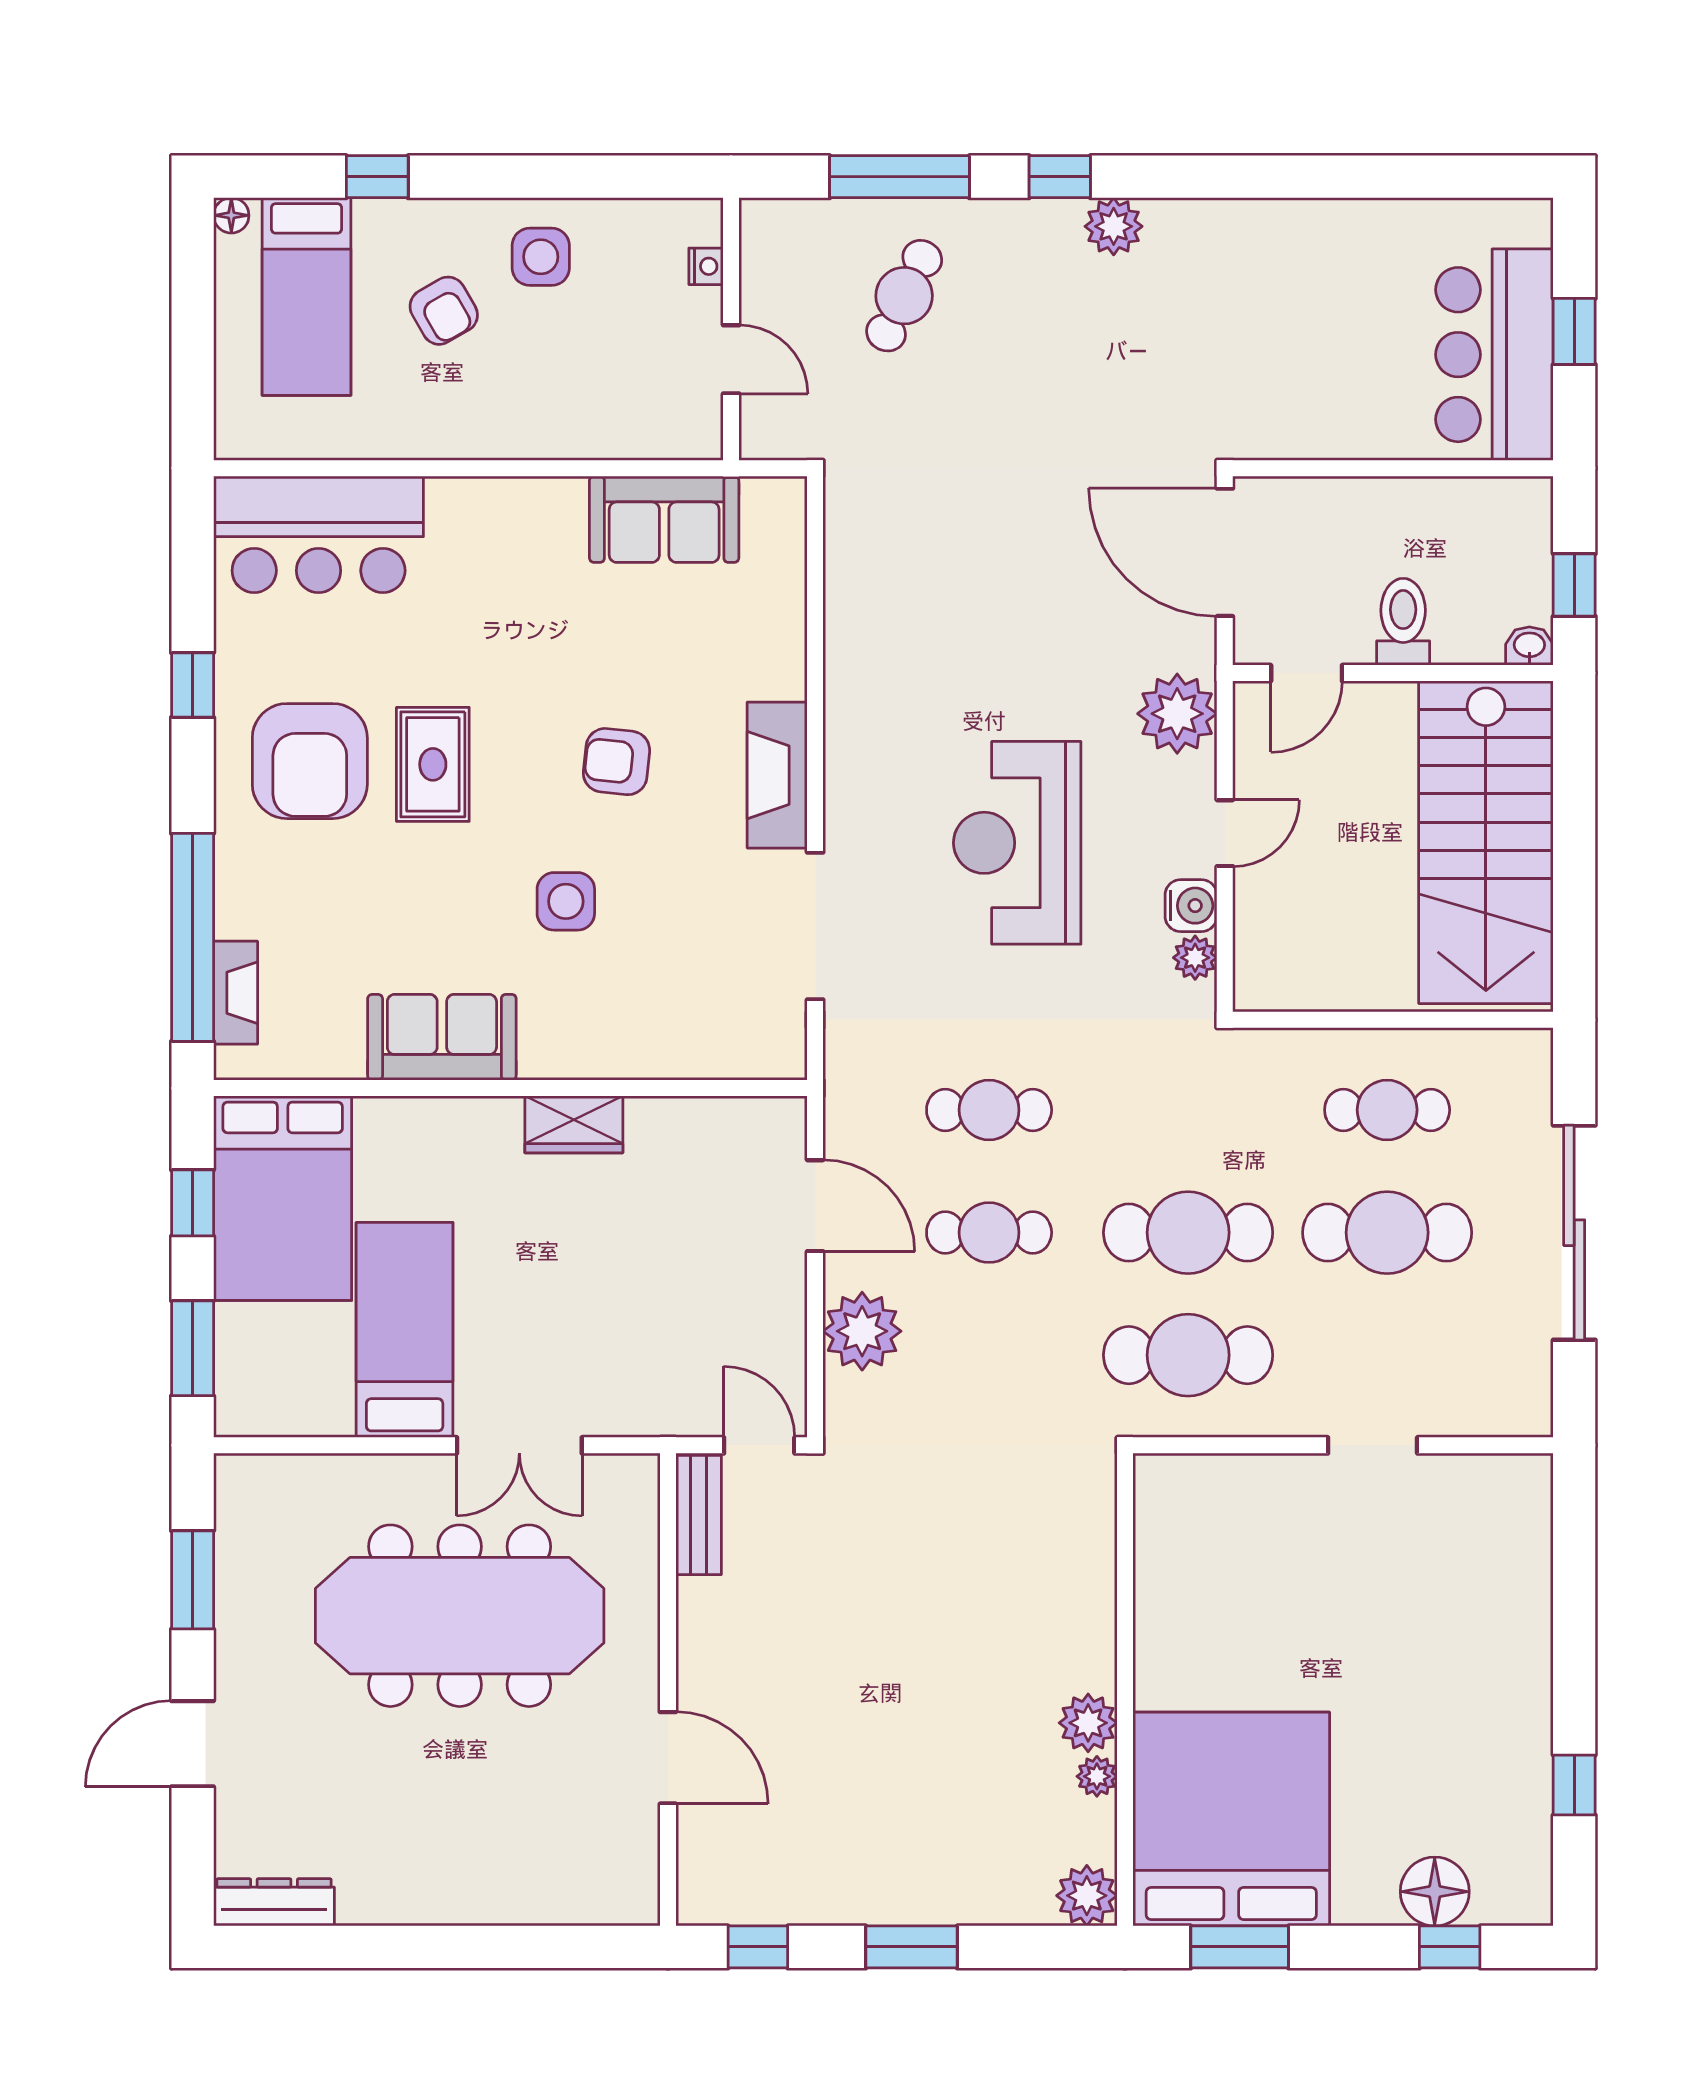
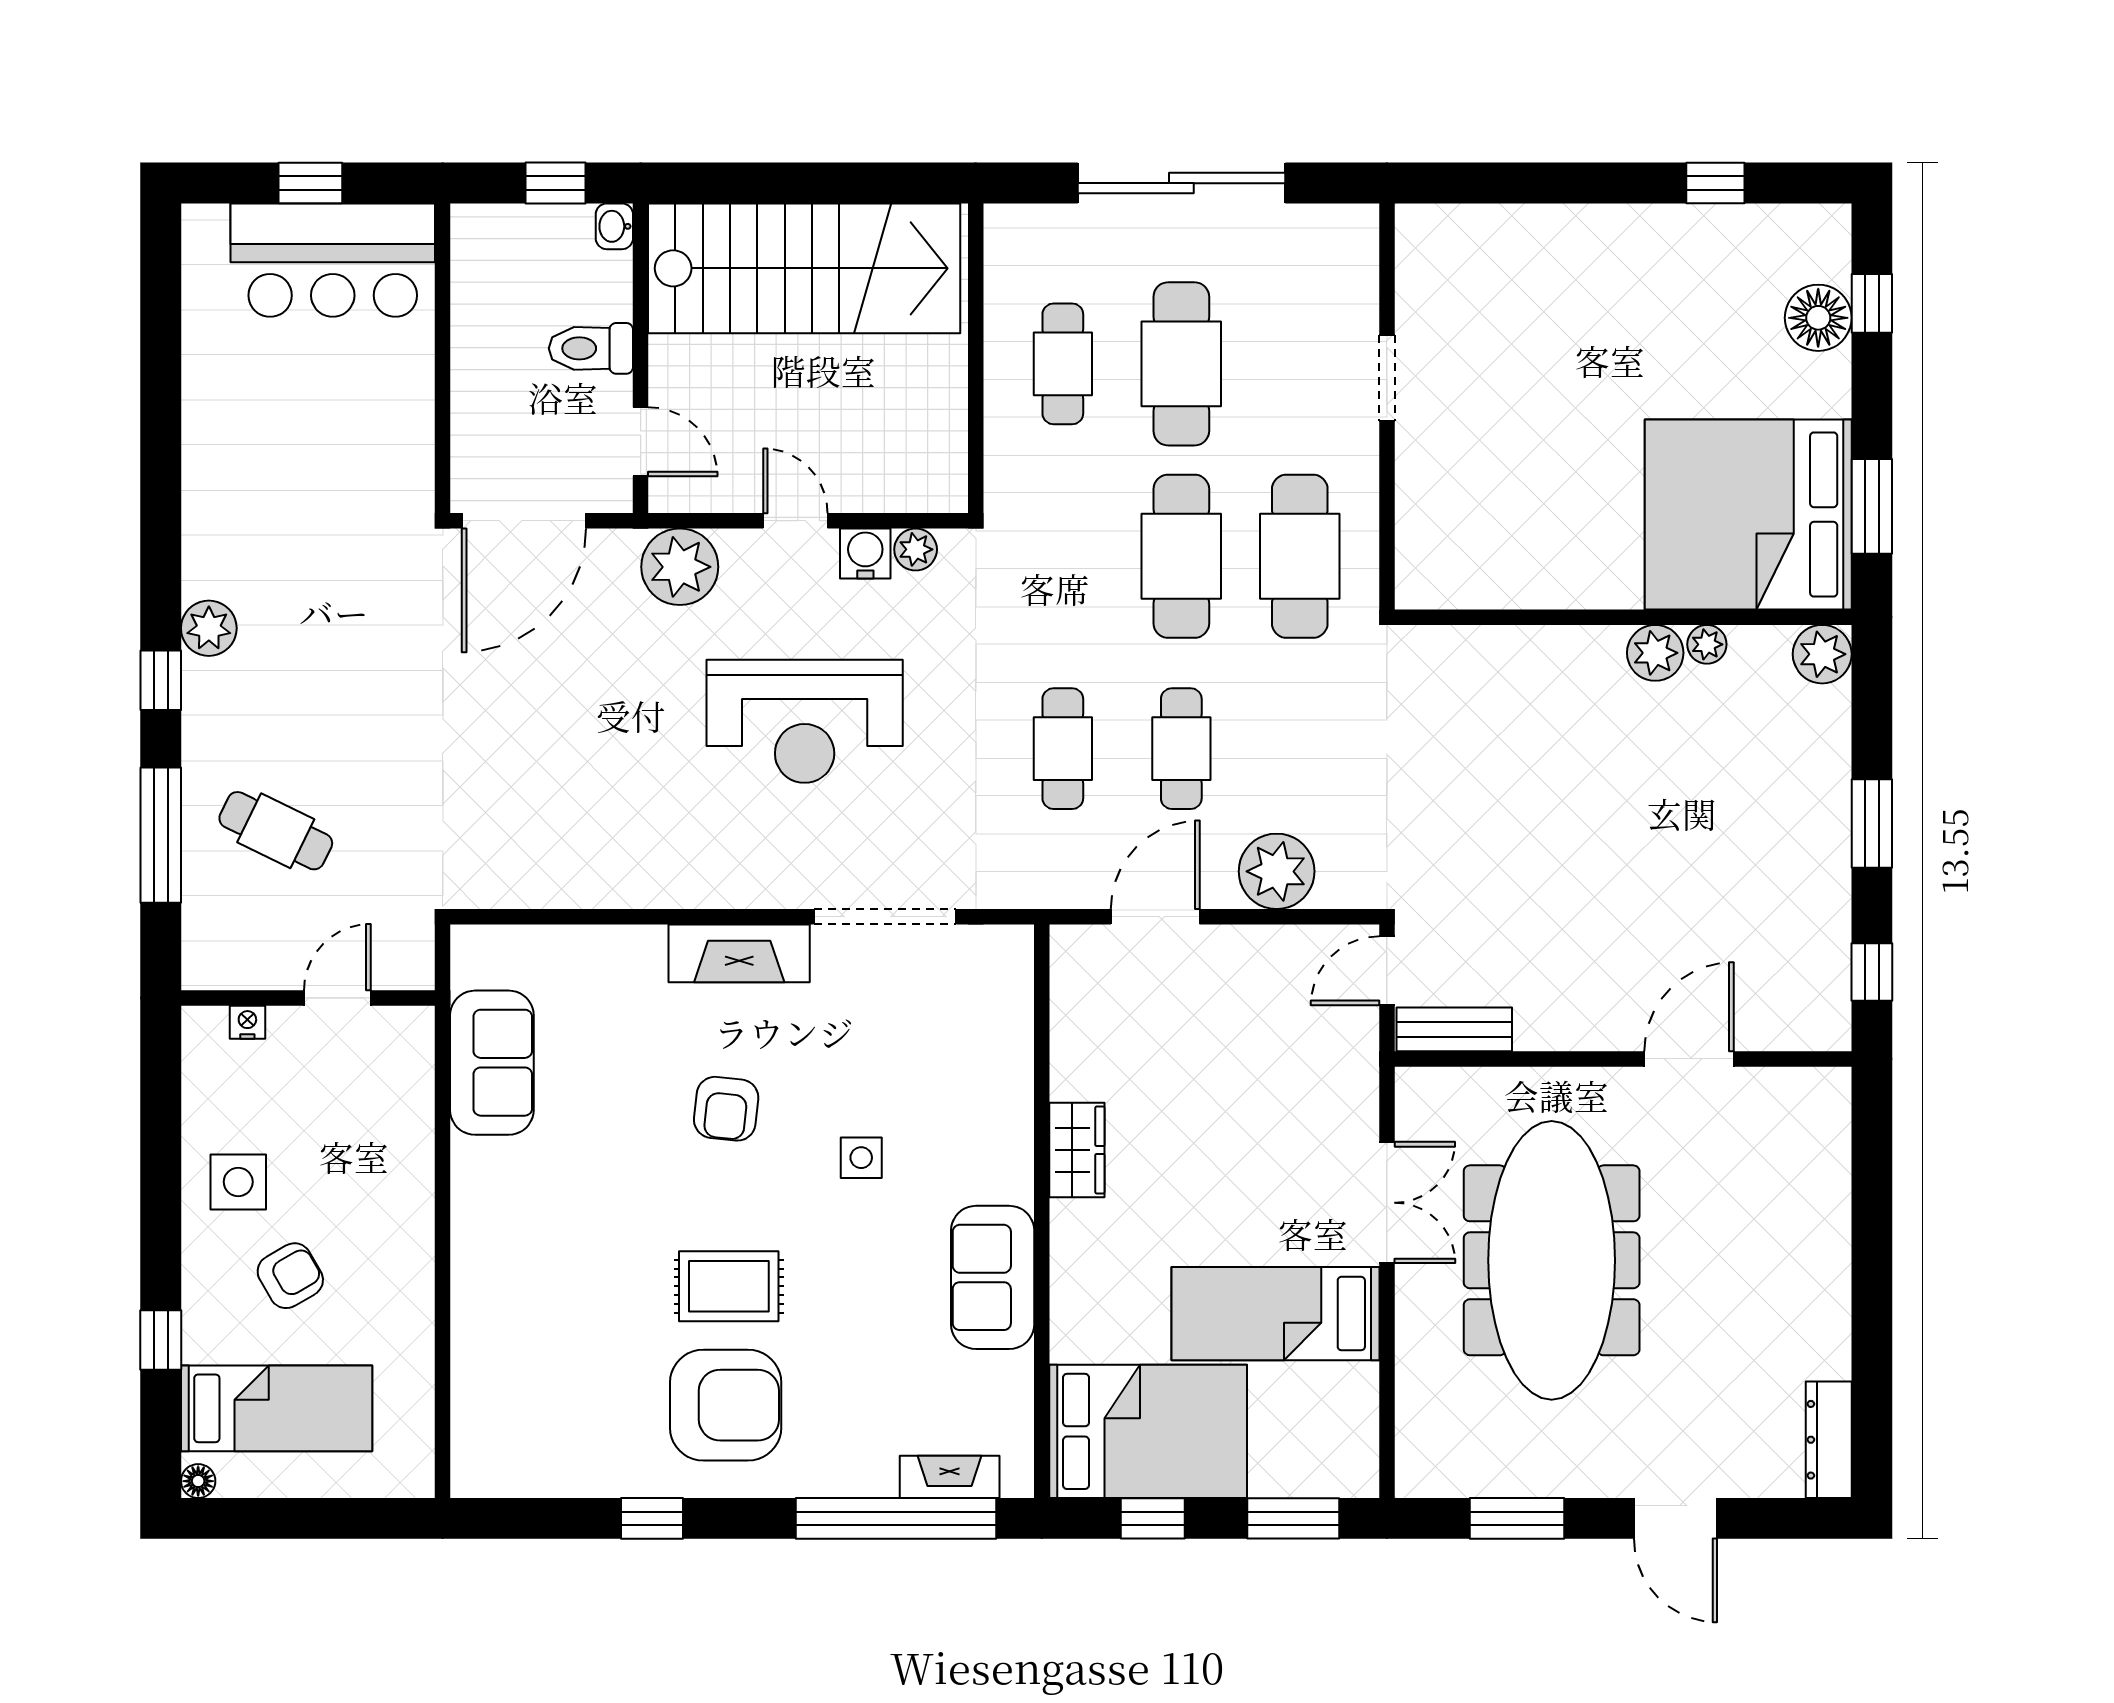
bar counter: (319, 534) -> (507, 1397), removed
side table: (566, 901) -> (861, 1158), width x0.73, depth x0.73

